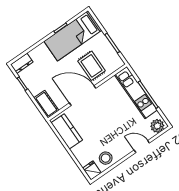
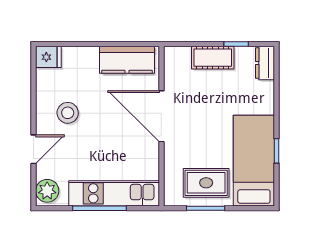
rug: (91, 66) -> (206, 183), moved
door: (83, 96) -> (161, 116), swing flipped
cot: (46, 104) -> (213, 58), moved
stool: (106, 158) -> (68, 113), moved

